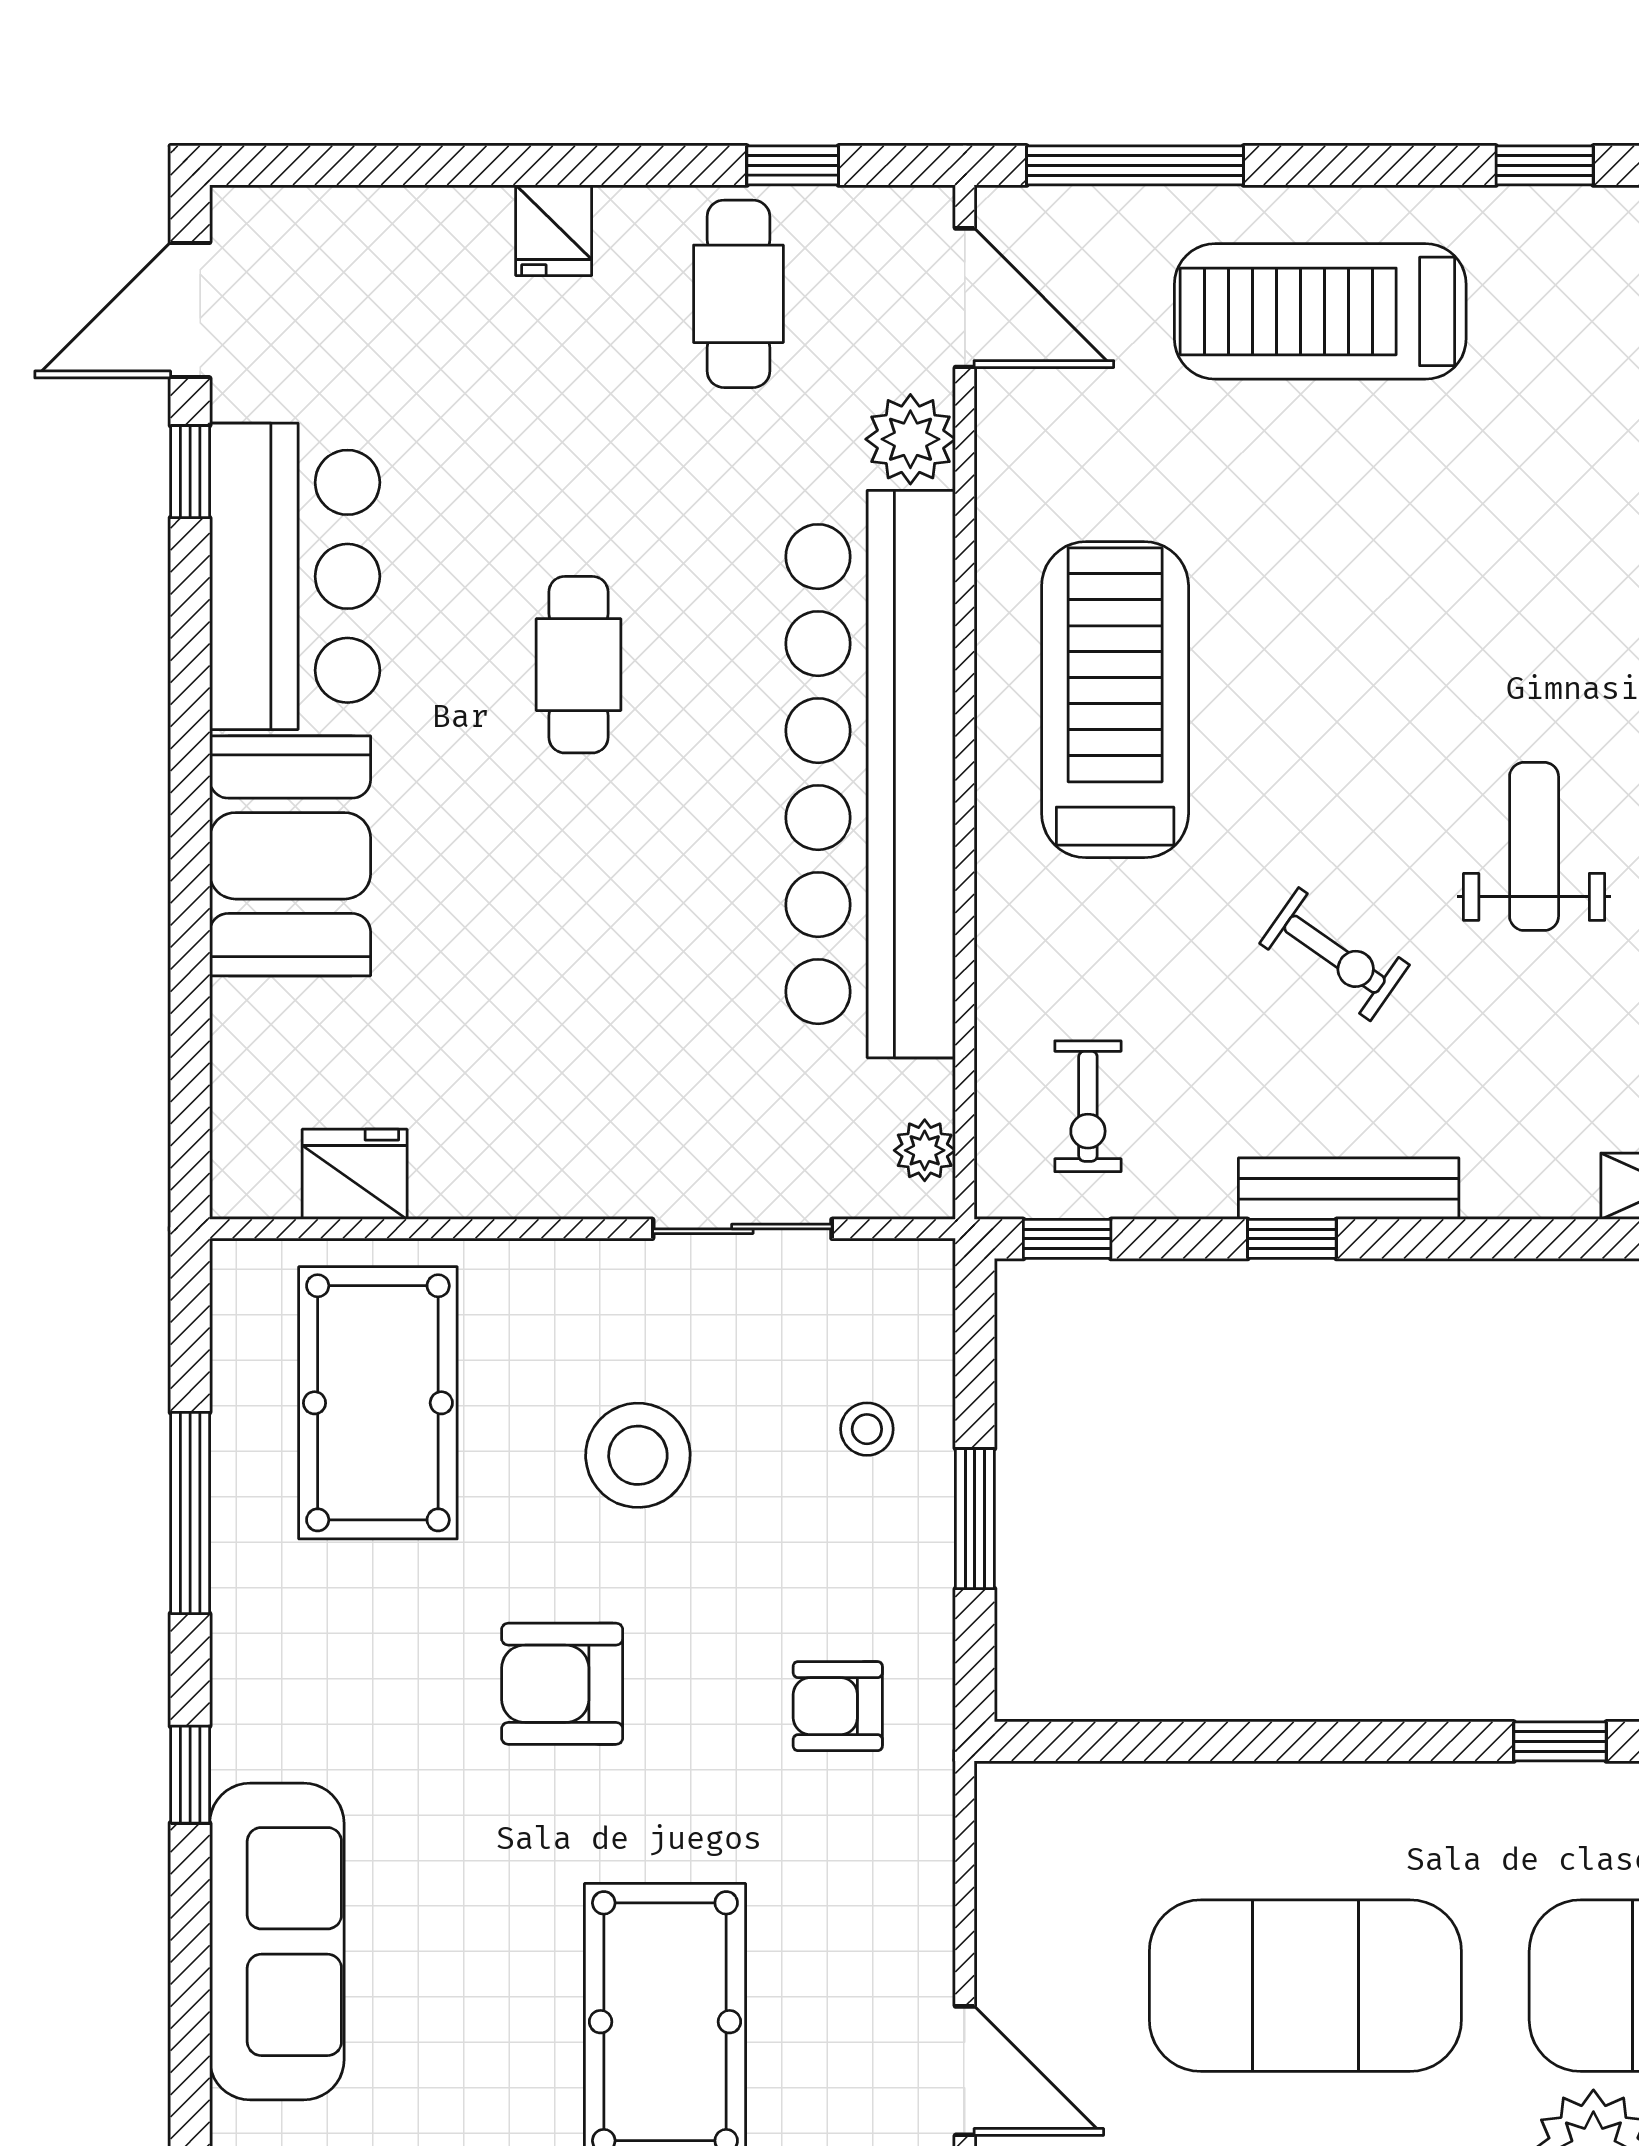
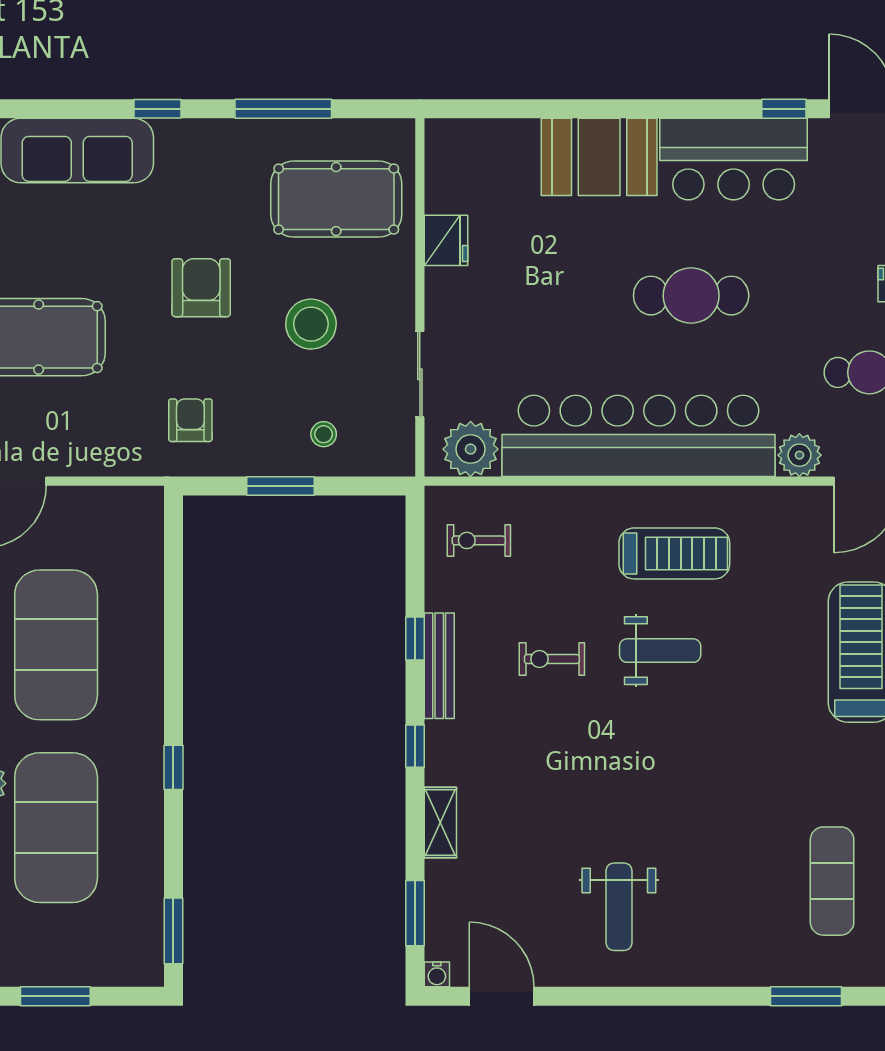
cafe table: (578, 665) -> (691, 296), width x1.37, depth x1.35
treadmill: (1115, 700) -> (674, 553), width x0.73, depth x0.73
weight bench: (1534, 846) -> (660, 651), moved
exercise bike: (1335, 954) -> (552, 659), turned 55
plant: (925, 1150) -> (471, 449), width x1.88, depth x1.88
fridge: (355, 1174) -> (446, 240), moved
window: (1067, 1239) -> (415, 746), moved

